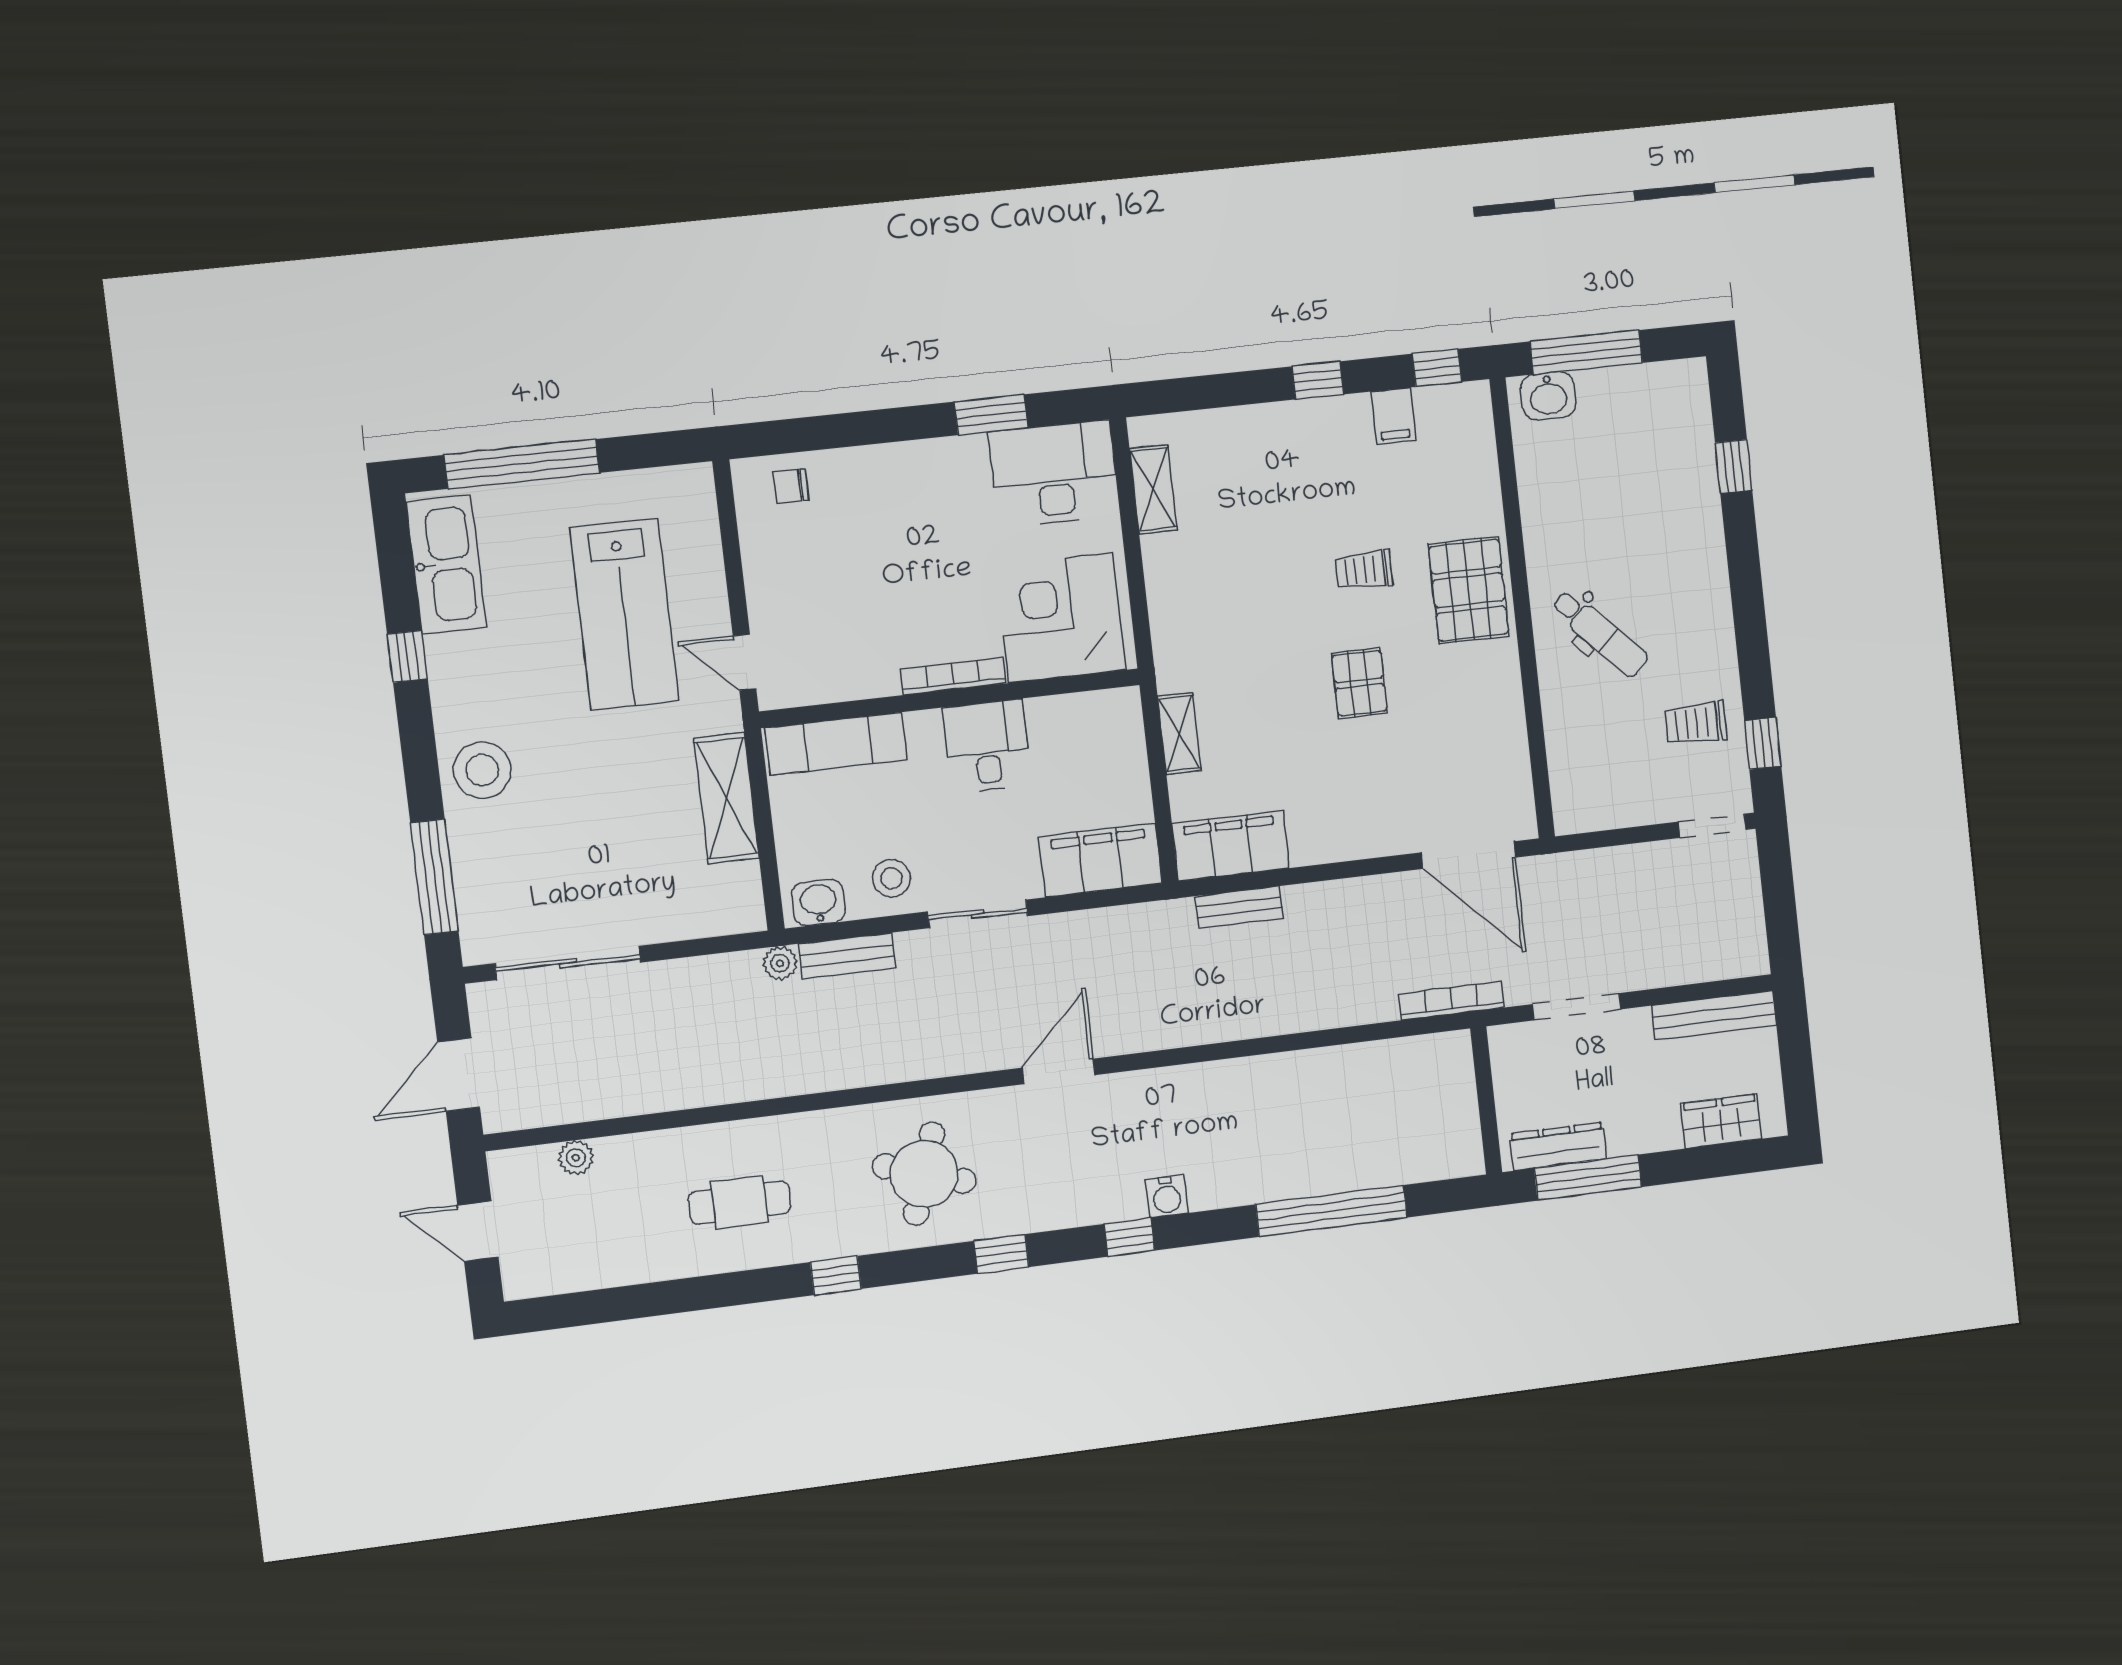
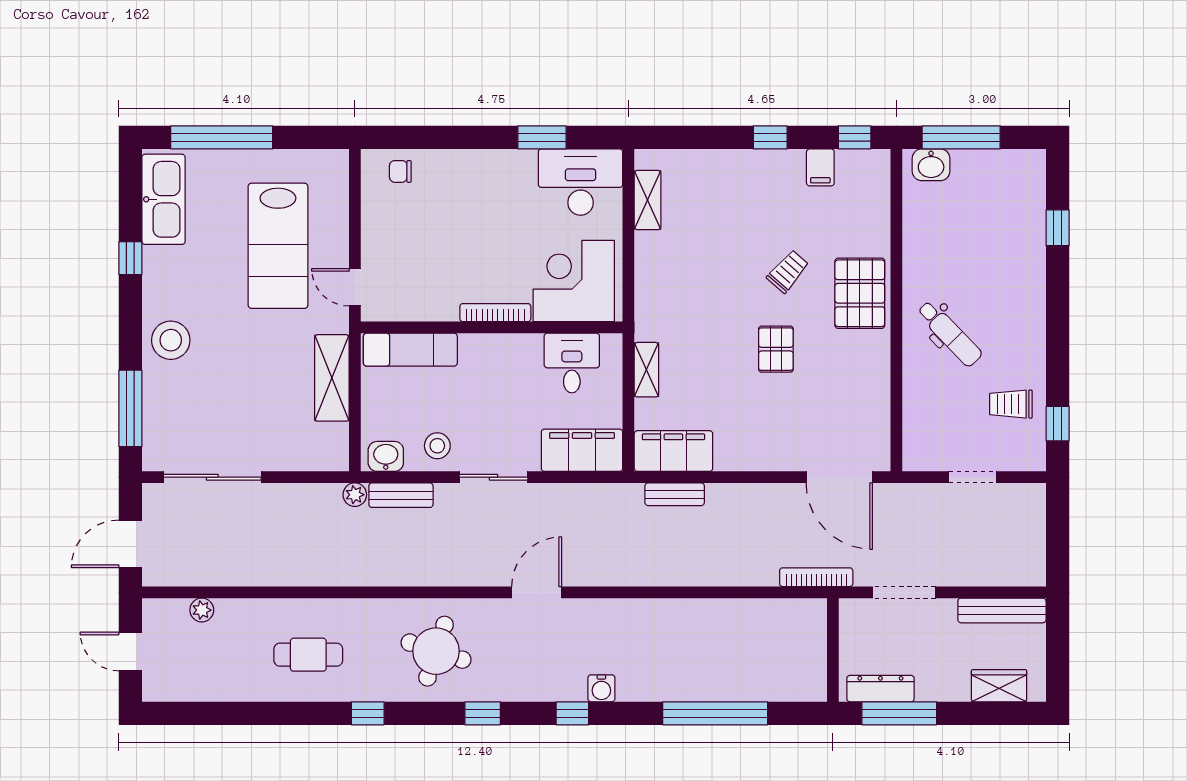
trolley: (1364, 570) -> (788, 271), turned 131
desk: (987, 746) -> (572, 363), moved
doorway: (1712, 826) -> (973, 477), moved

